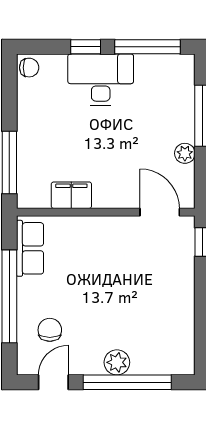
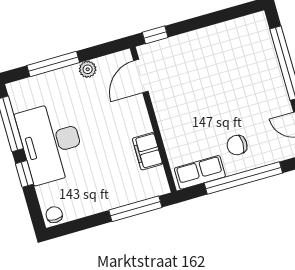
desk: (101, 80) -> (51, 143), width x1.36, depth x1.30
chair: (50, 330) -> (237, 145), moved
plant: (117, 362) -> (272, 76), removed

